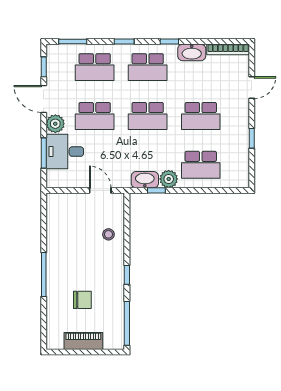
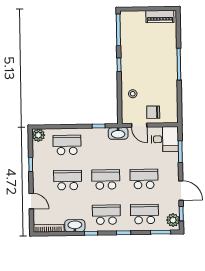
door: (252, 88) -> (31, 201), swing flipped
plant: (55, 124) -> (173, 220), moved
desk: (65, 152) -> (165, 139), moved
plant: (169, 179) -> (38, 135), moved
washbasin: (145, 180) -> (118, 133), moved
chair: (82, 300) -> (153, 112), moved
piano: (83, 341) -> (160, 17), moved

